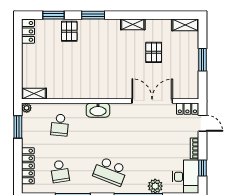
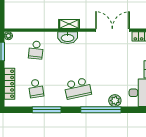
shelving: (34, 94) -> (69, 24), moved
school desk: (110, 171) -> (78, 88), turned -33

